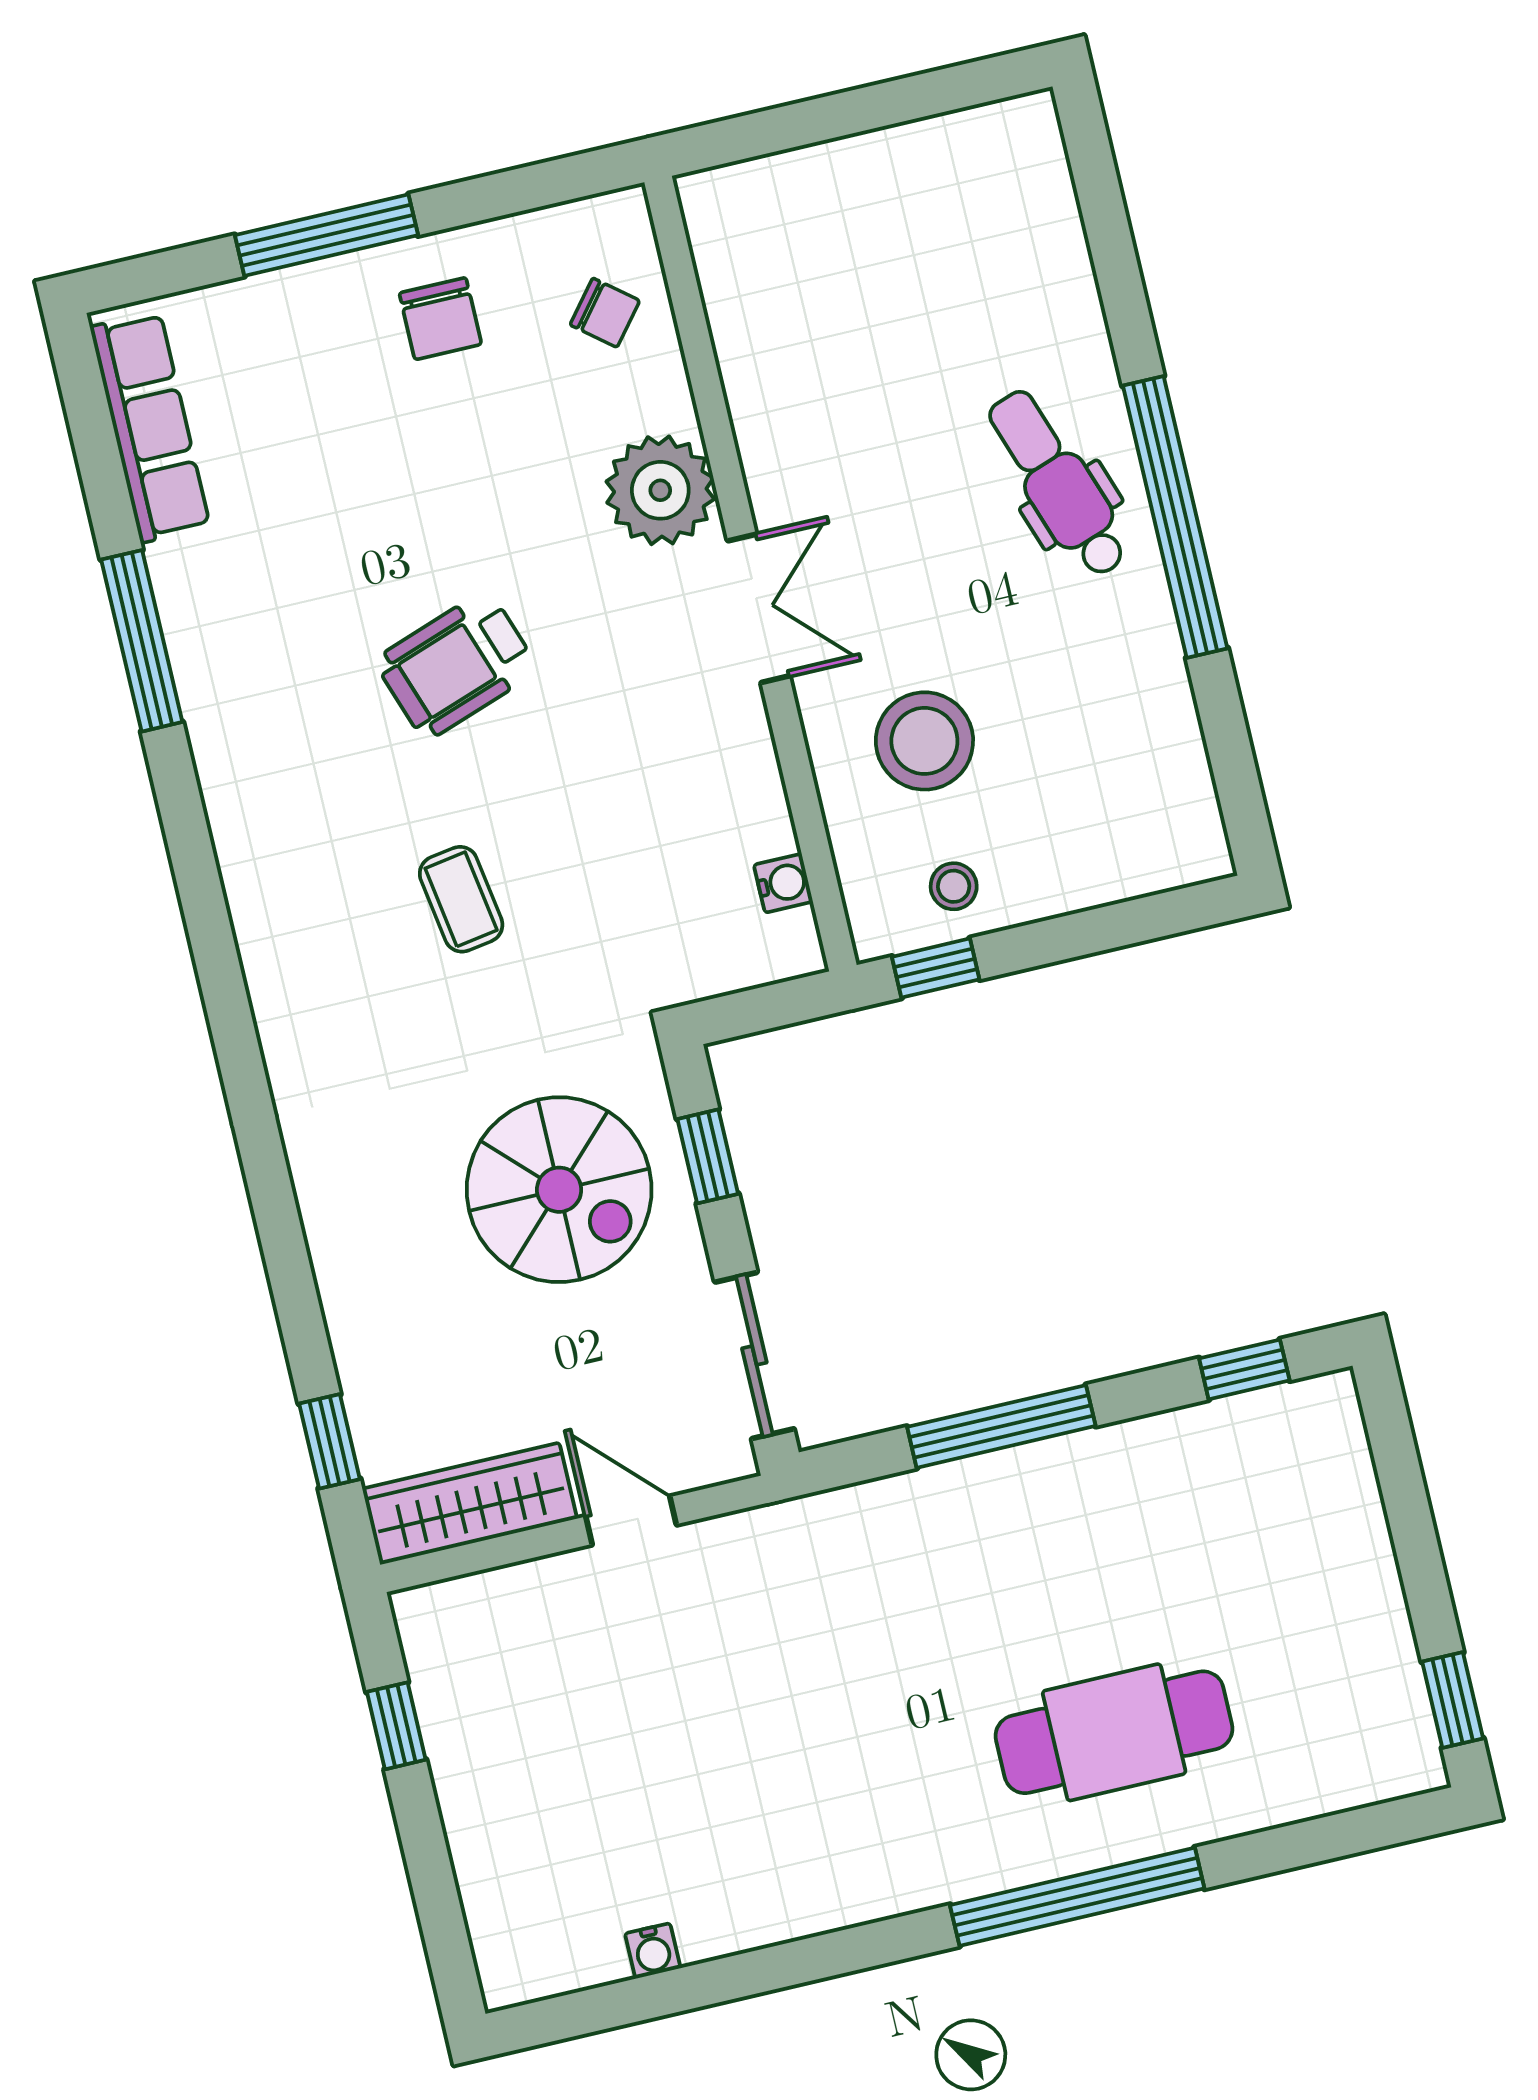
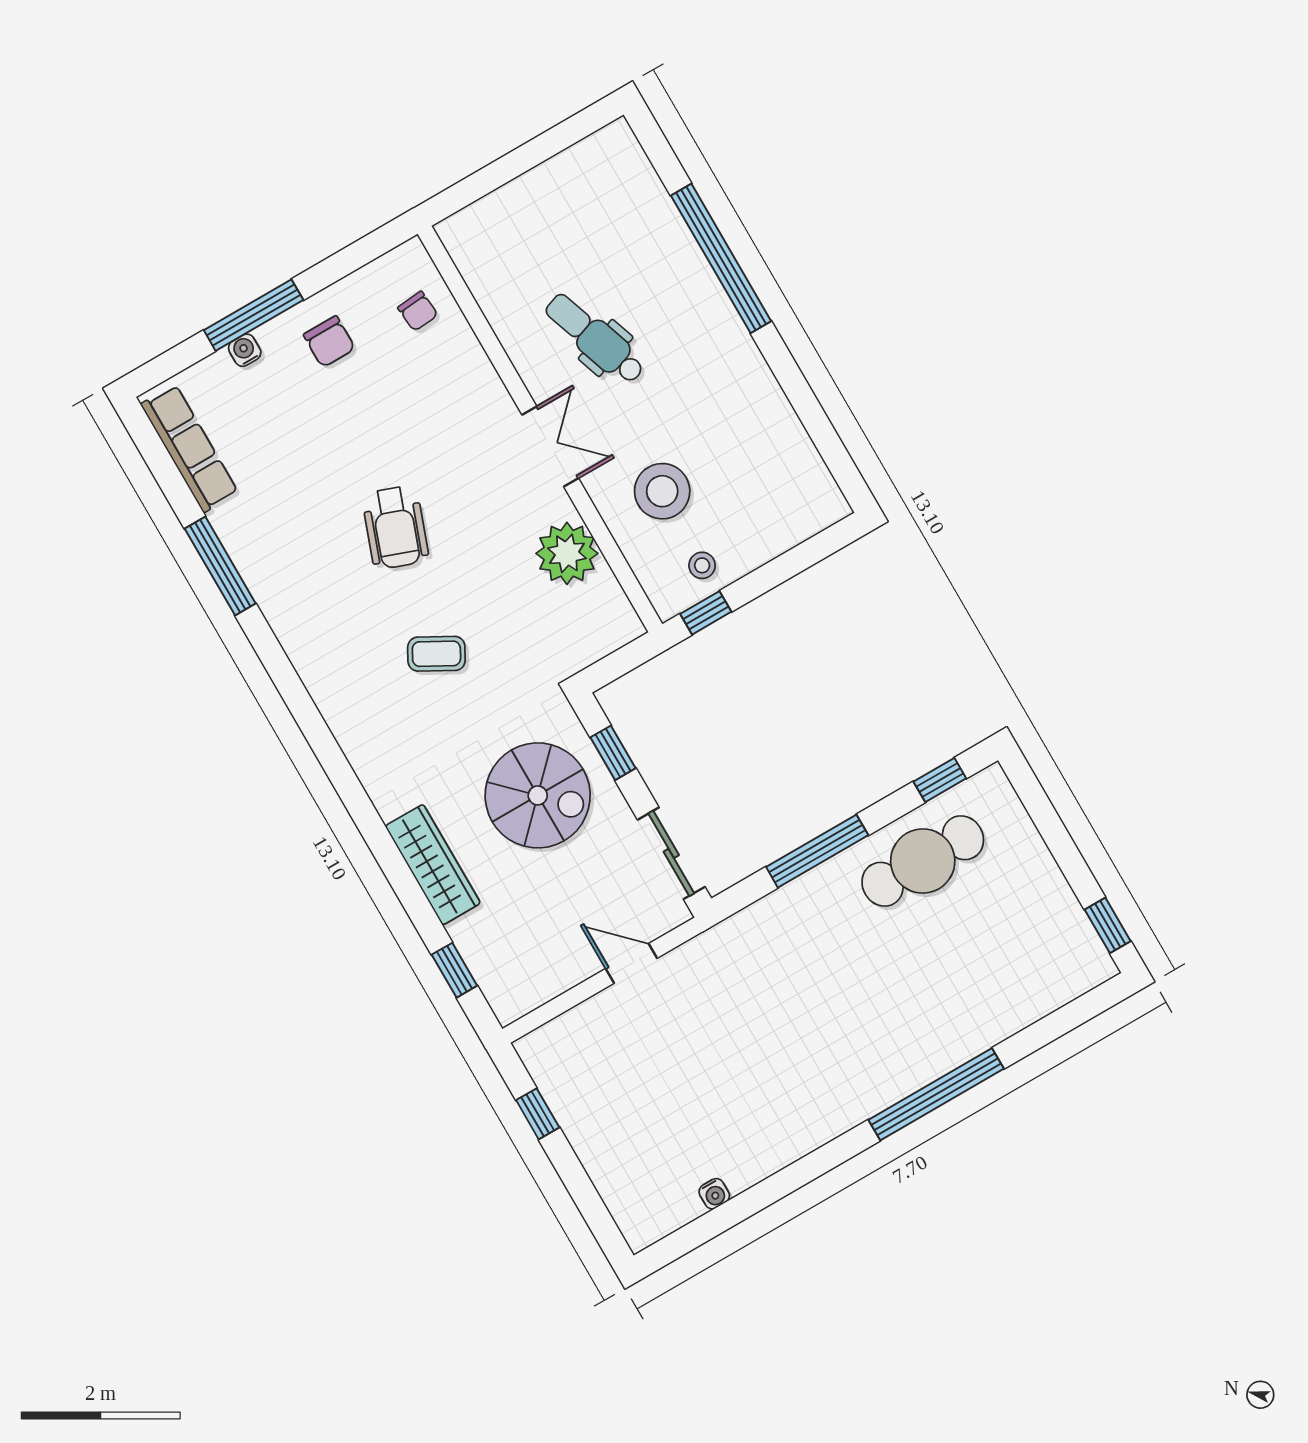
chair: (605, 313) -> (418, 311), turned 46
dental chair: (1058, 484) -> (595, 339), moved
plant: (660, 490) -> (567, 553), moved
window: (1175, 517) -> (721, 258), moved
wheelchair: (456, 665) -> (395, 527), turned -51
water cooler: (783, 883) -> (245, 350), moved, turned -90
coffee table: (461, 899) -> (436, 654), turned -52
wardrobe: (470, 1504) -> (433, 865), moved, turned 90
cafe table: (1114, 1732) -> (923, 861), moved

